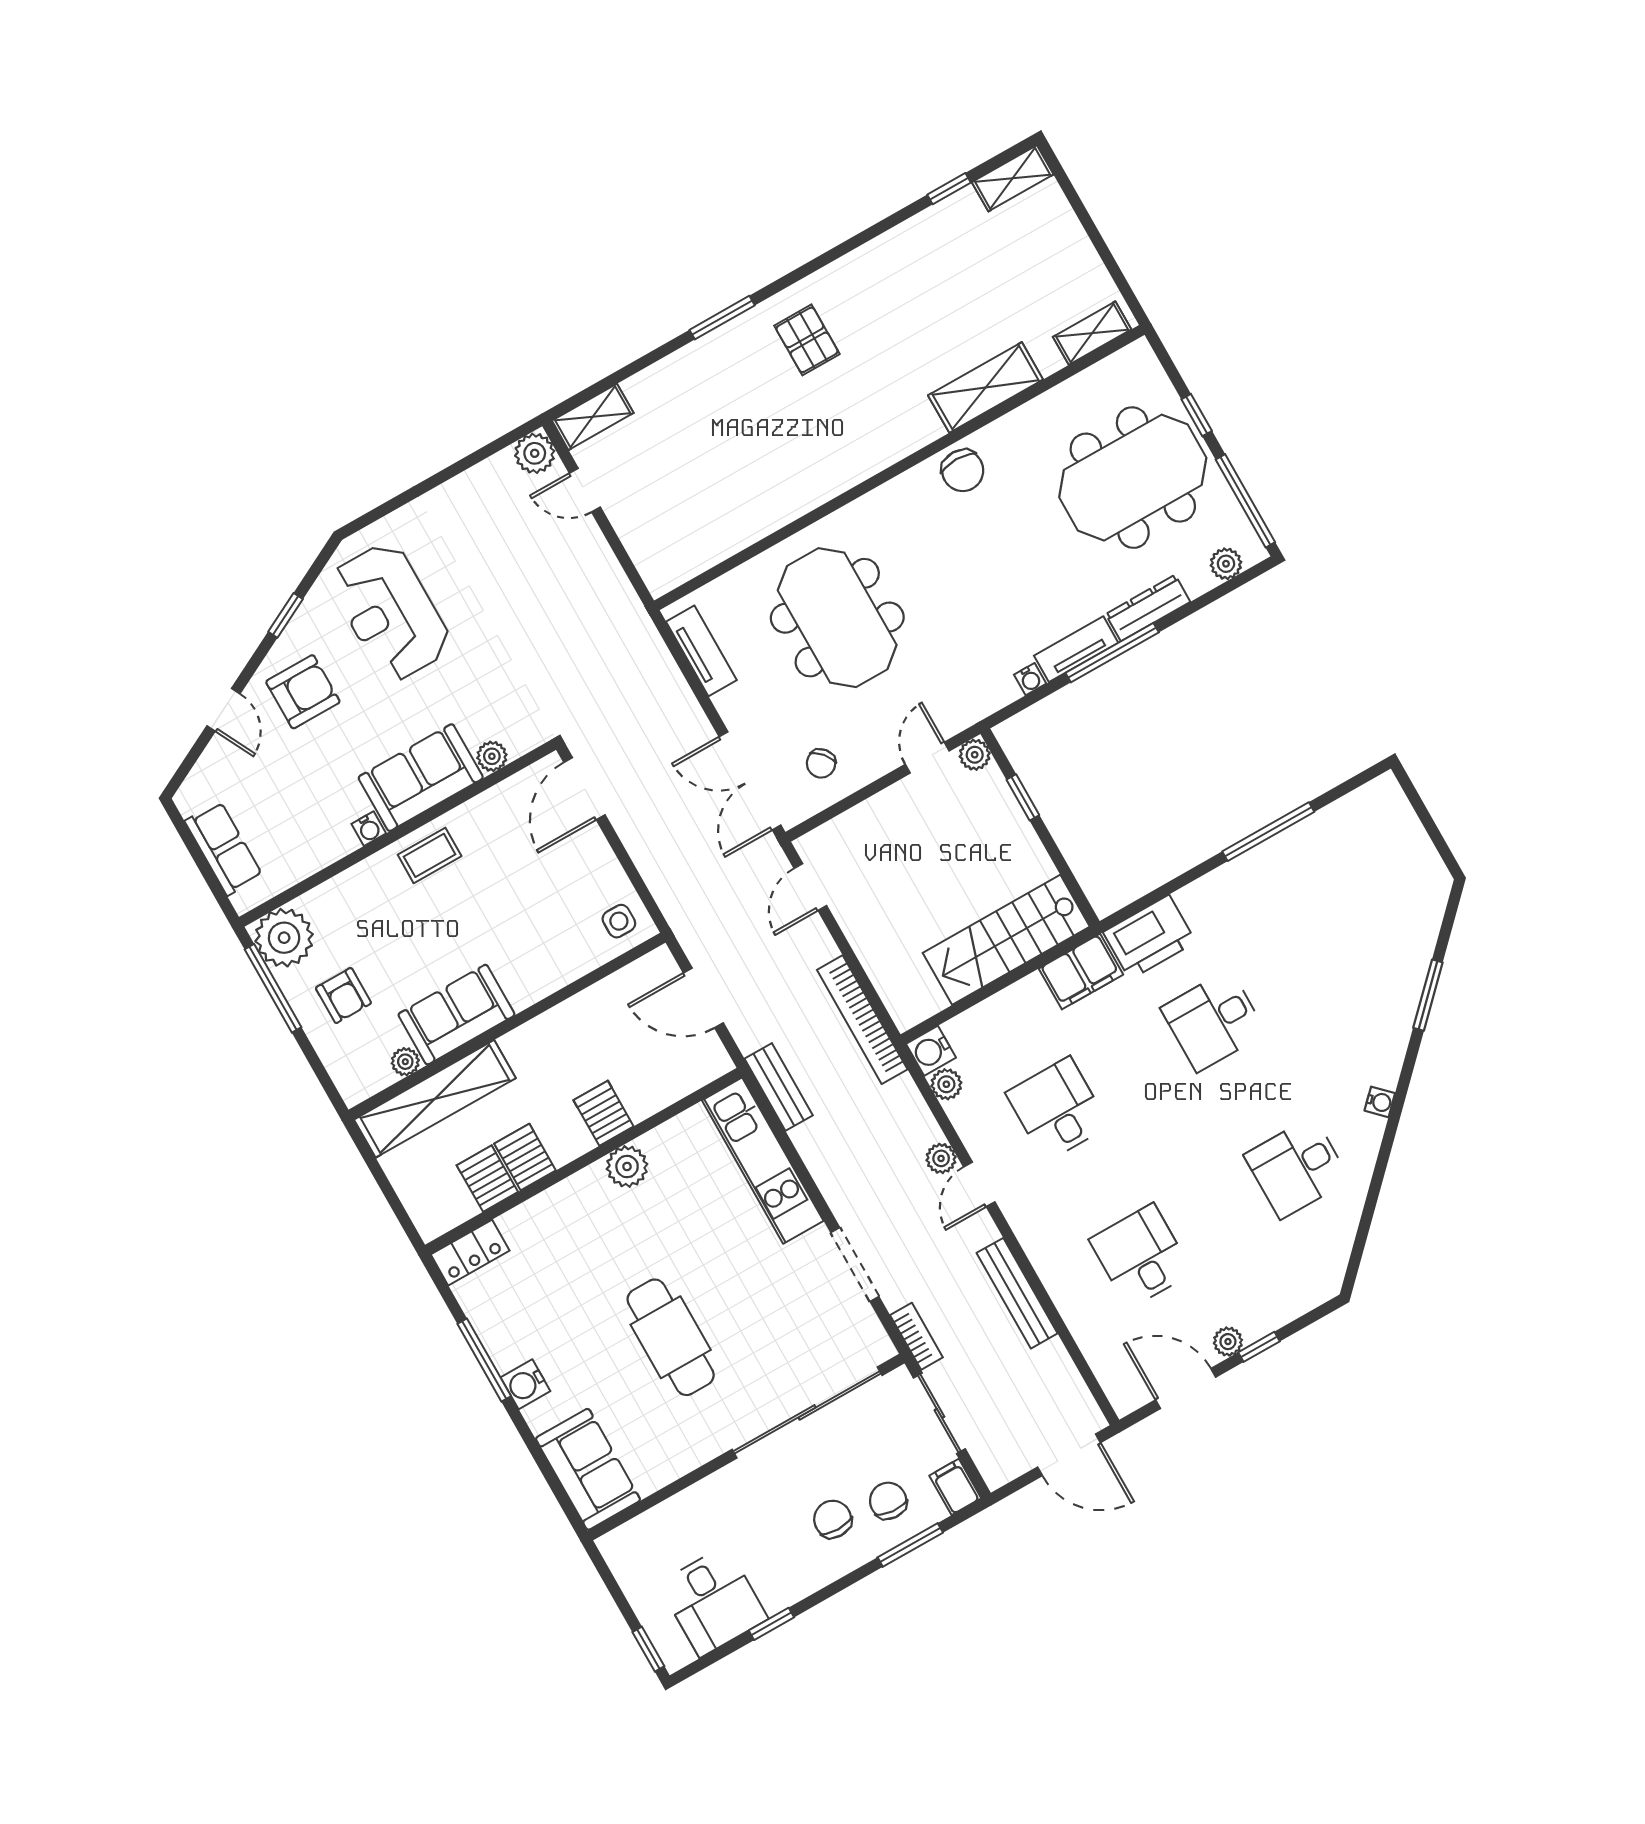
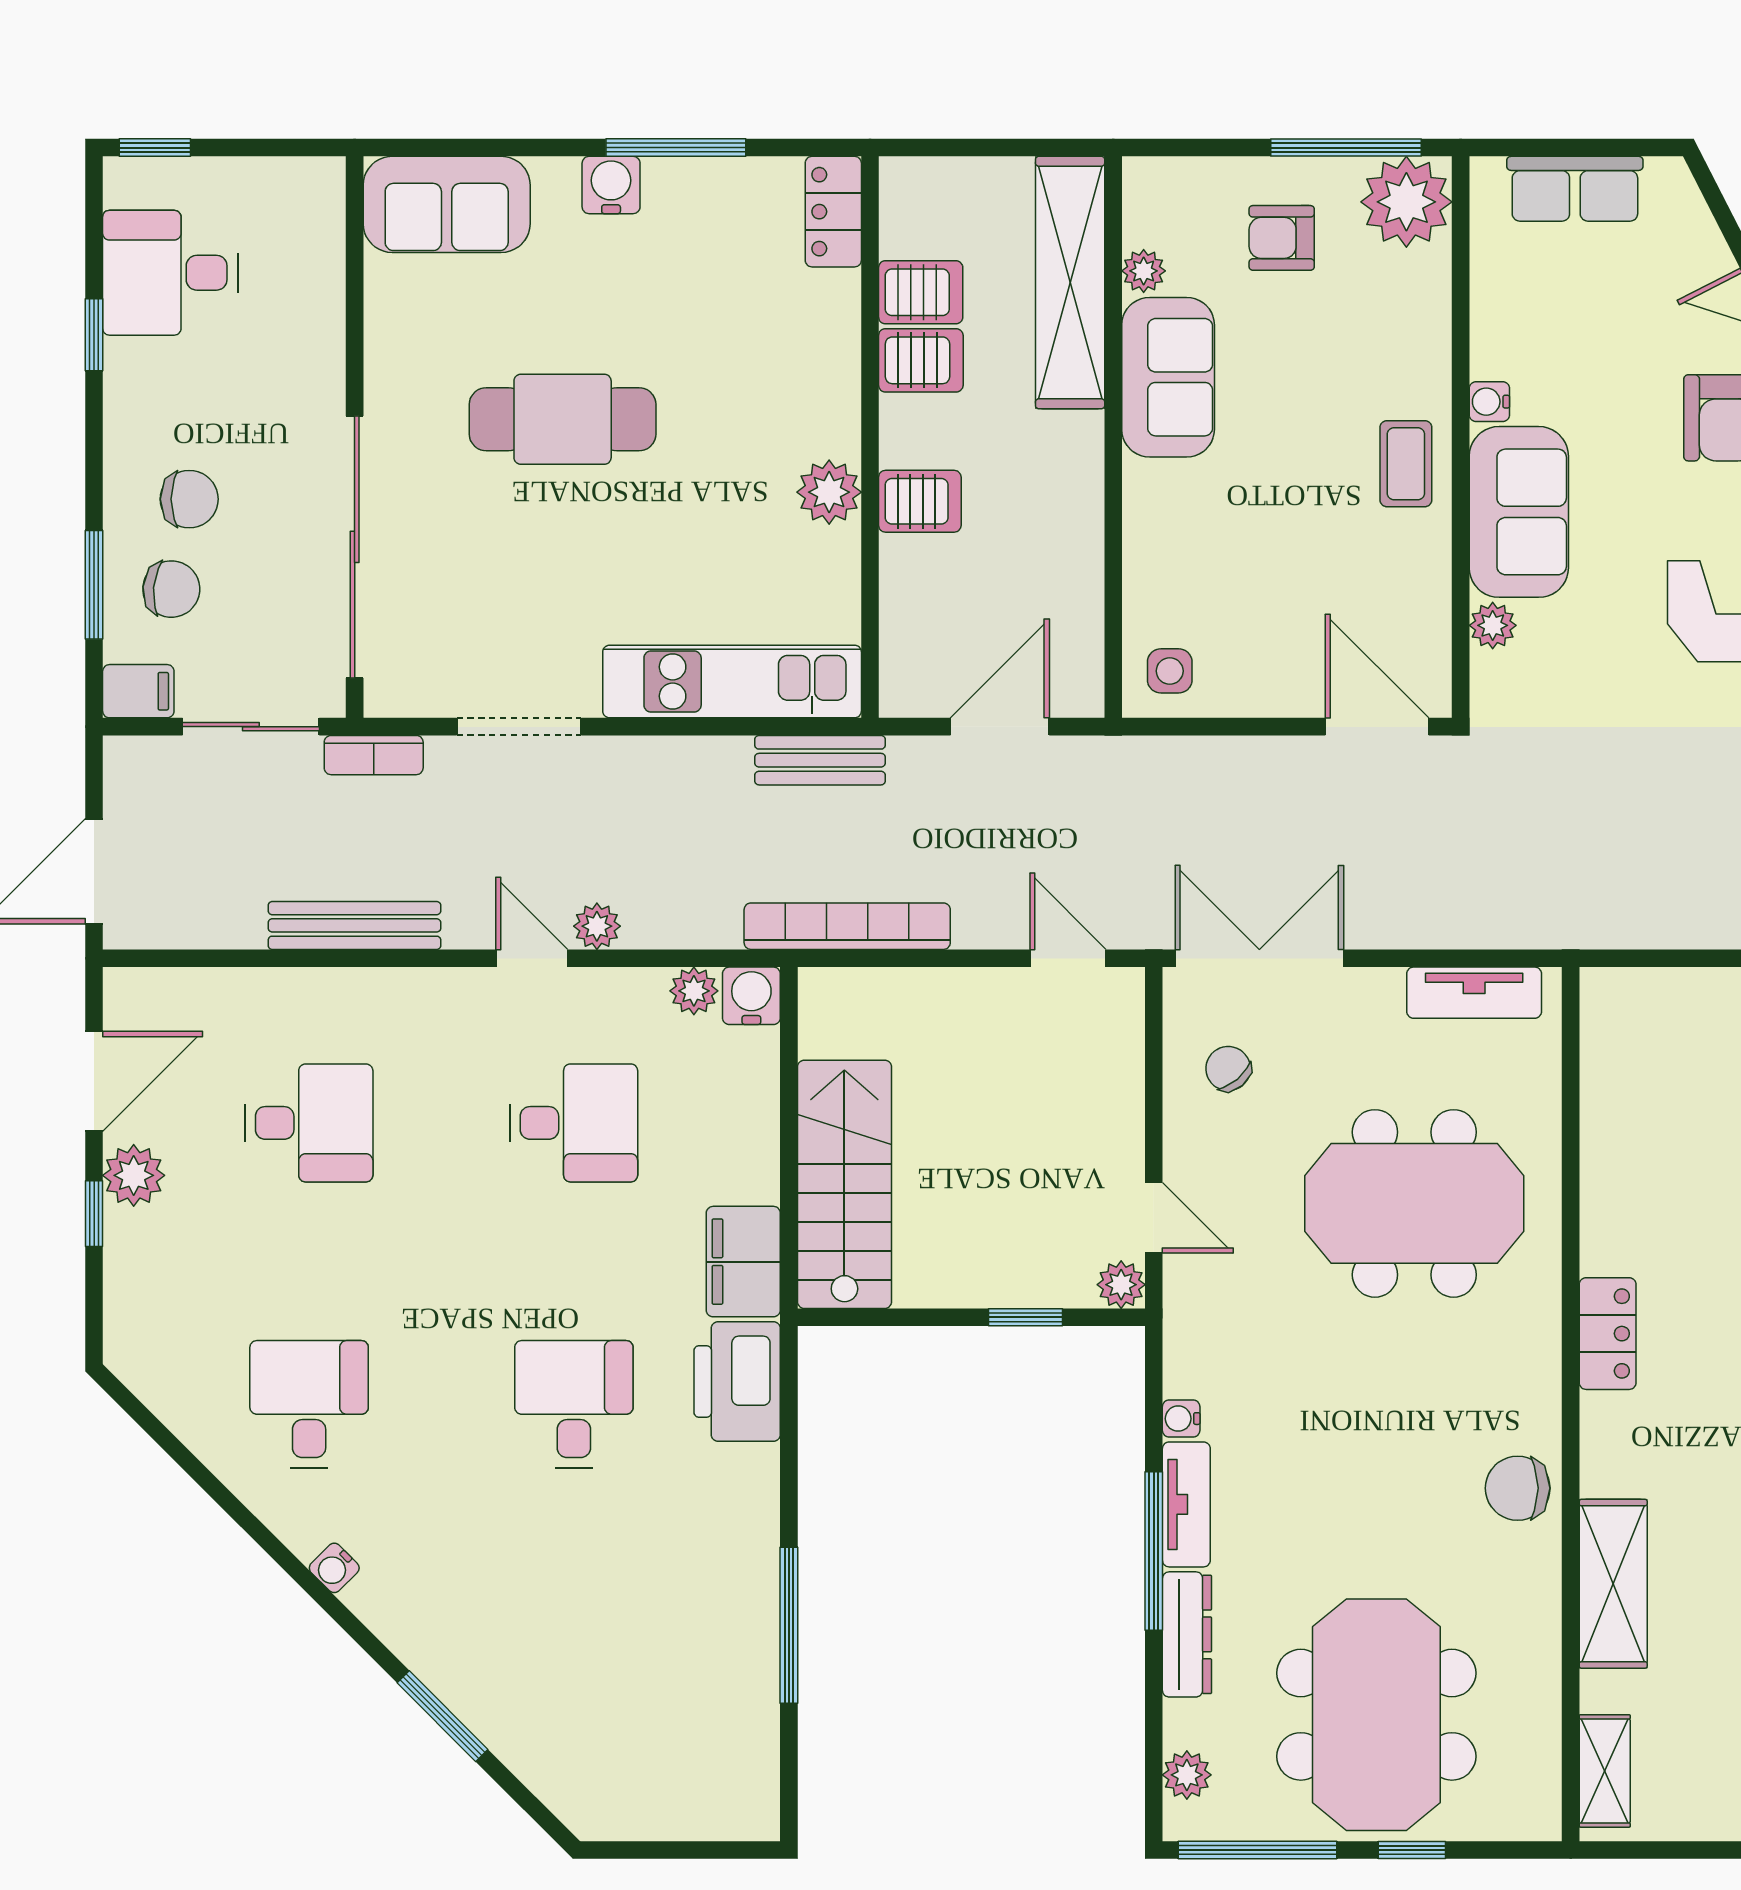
locker: (848, 469) -> (1608, 1334), added
plant: (1228, 1342) -> (134, 1175), width x1.38, depth x1.38

